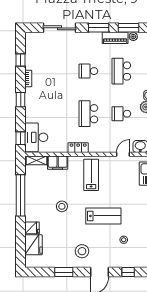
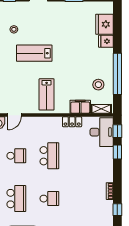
window: (21, 100) -> (117, 152), moved
locker: (78, 148) -> (72, 122), moved
stool: (62, 206) -> (98, 85), moved
stool: (82, 251) -> (56, 18), removed

